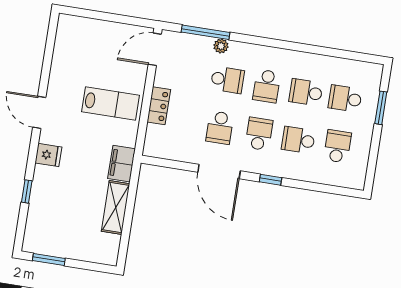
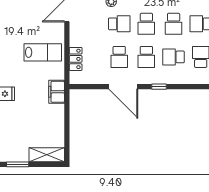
school desk: (306, 92) -> (174, 24), turned -90
locker: (159, 106) -> (76, 59), moved
school desk: (259, 134) -> (146, 57), turned 180
shelving: (116, 207) -> (47, 155), moved, turned 90

